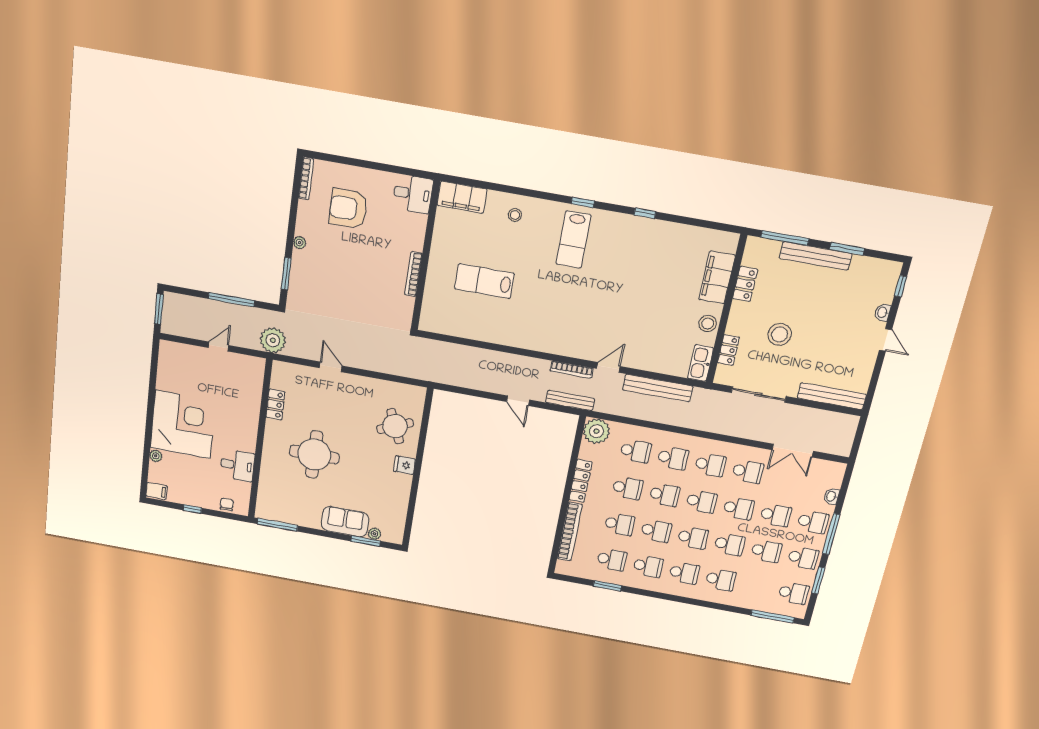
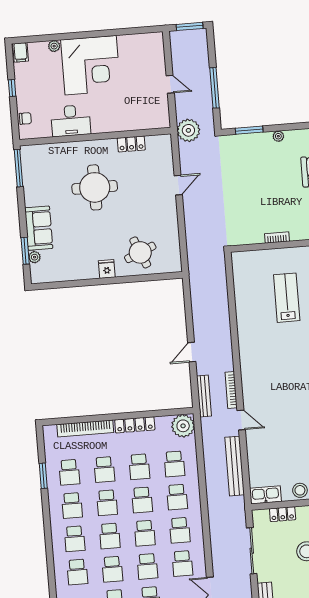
bookcase: (414, 274) -> (277, 237), width x0.64
desk: (237, 465) -> (71, 121), width x1.37

